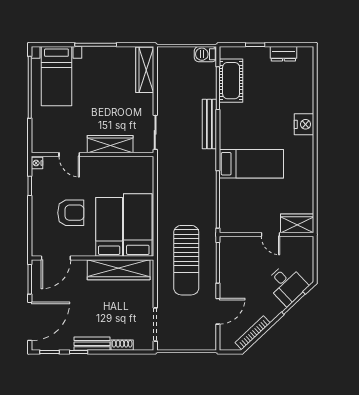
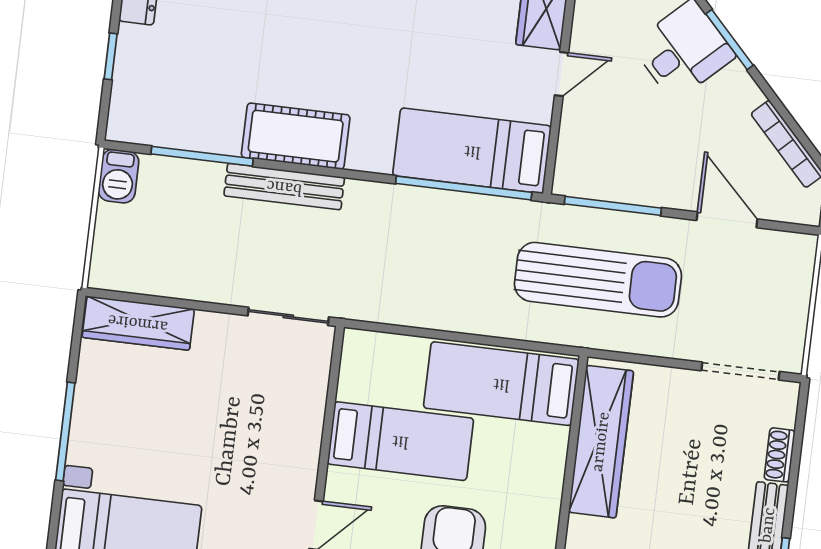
cot: (231, 81) -> (296, 136), moved
wardrobe: (110, 144) -> (303, 426), removed
bed: (251, 164) -> (472, 151), moved, turned -90
bed: (109, 227) -> (400, 441), moved, turned 180

